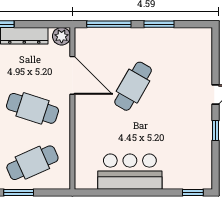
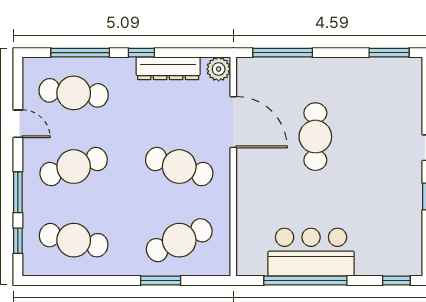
window: (159, 24) -> (389, 53), moved
cafe table: (133, 86) -> (315, 137), turned -30
window: (126, 192) -> (305, 280), added

